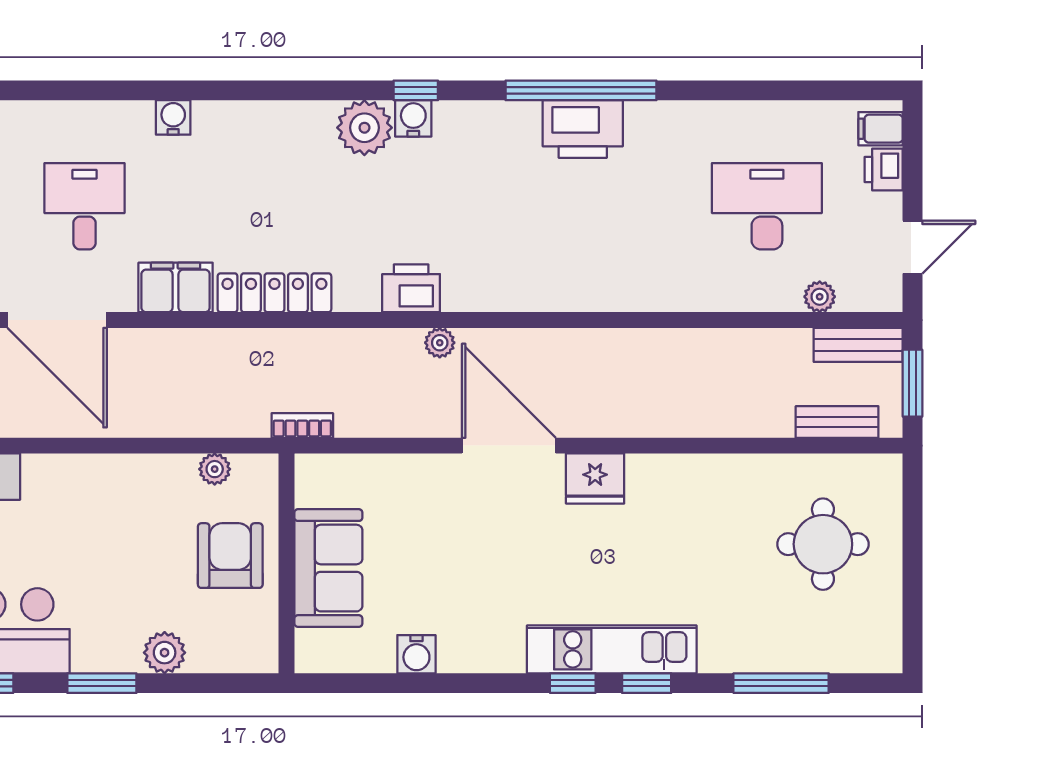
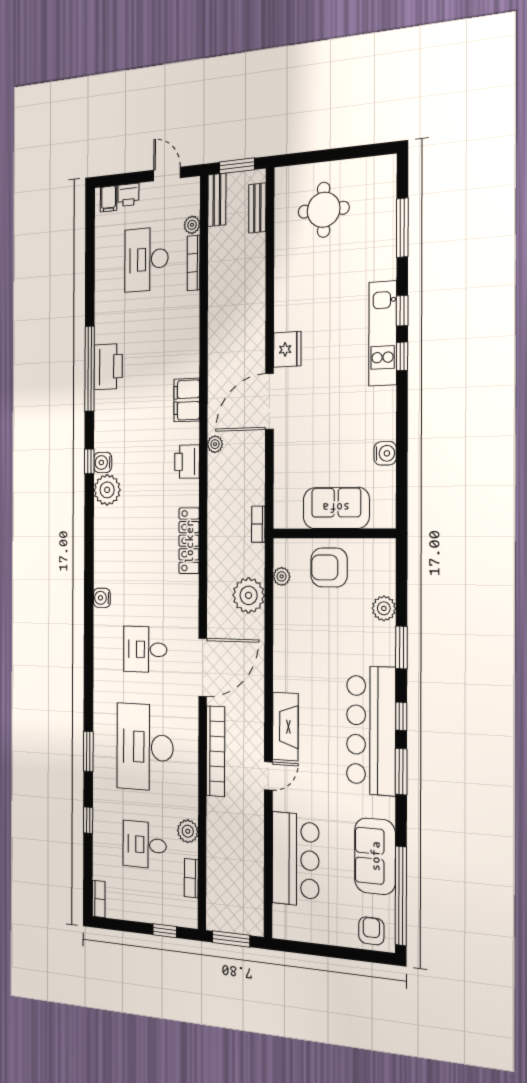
filing cabinet: (176, 287) -> (187, 400), moved
bookcase: (754, 300) -> (194, 263), added
plant: (182, 407) -> (249, 595), added

